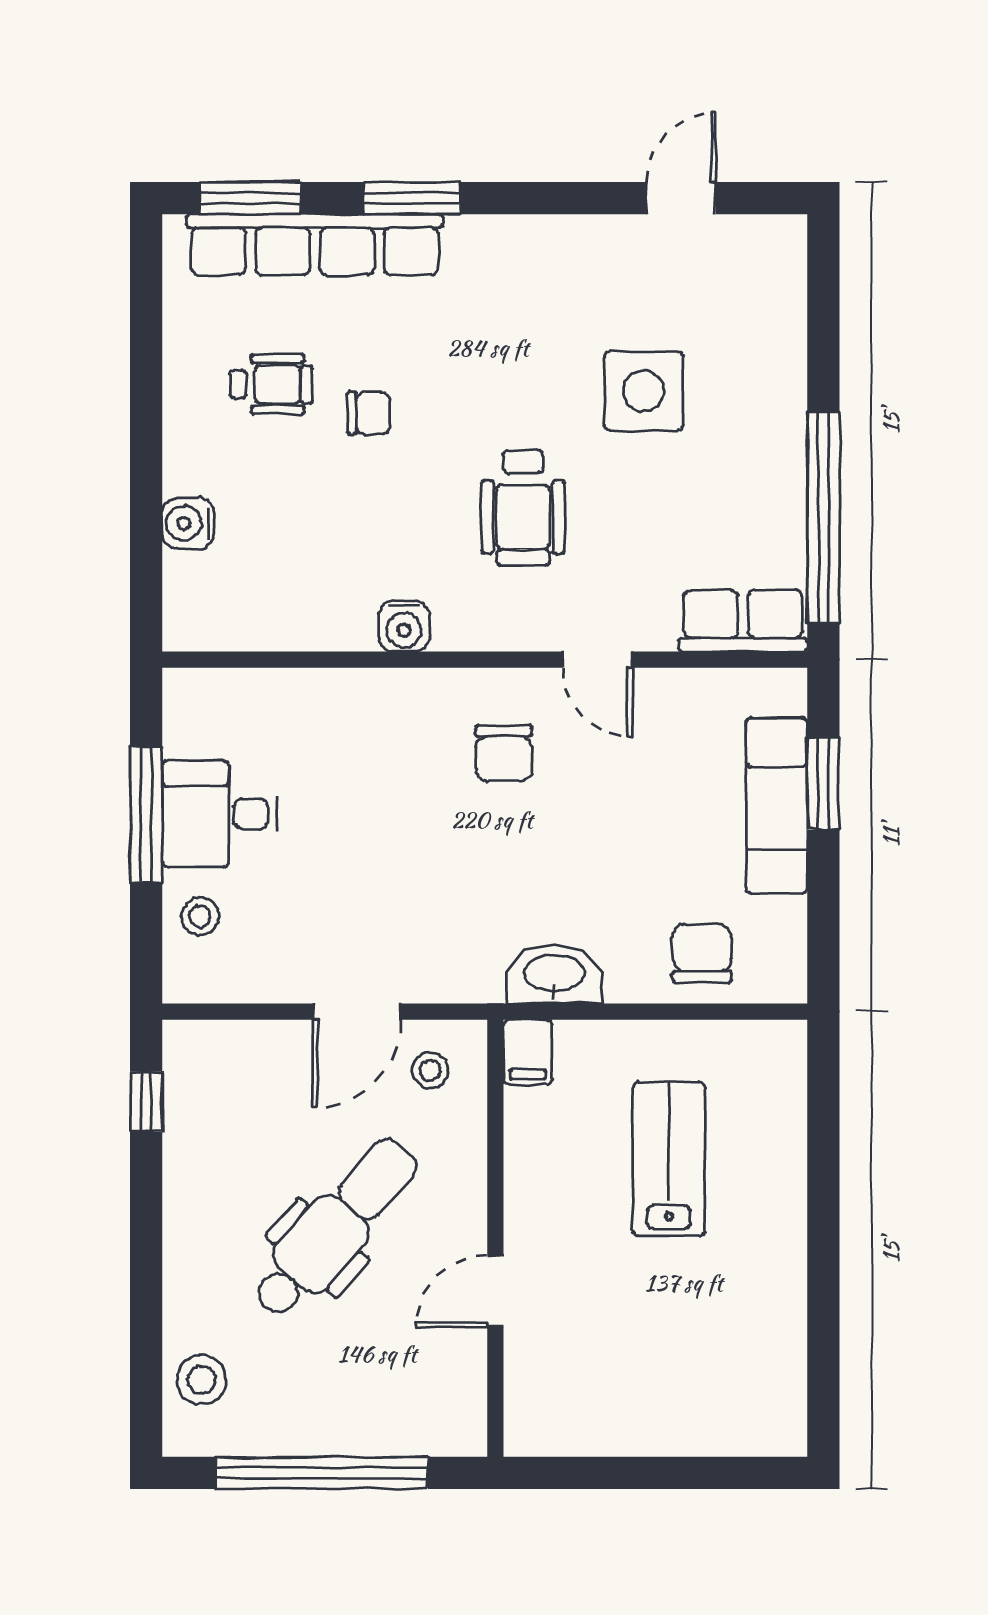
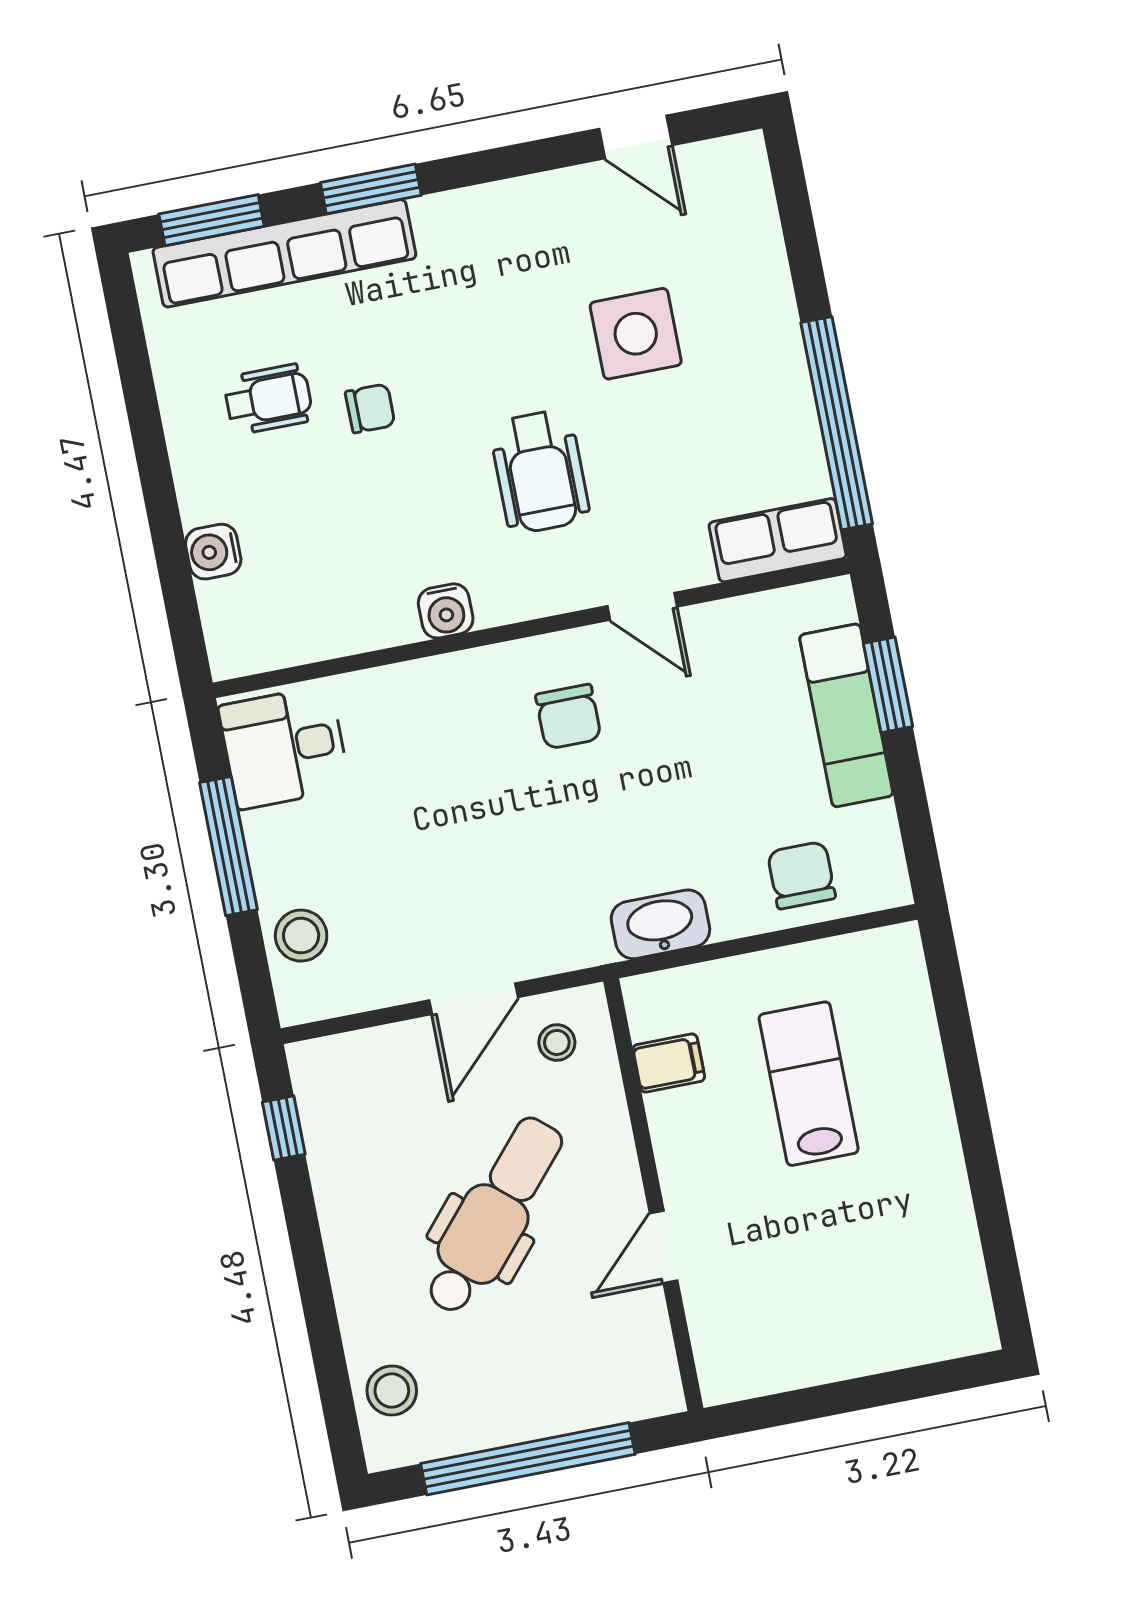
door: (681, 198) -> (636, 137), swing flipped
desk: (220, 814) -> (284, 747), moved
stool: (200, 916) -> (301, 936), width x1.37, depth x1.37
filing cabinet: (528, 1052) -> (669, 1063), moved, turned -90

